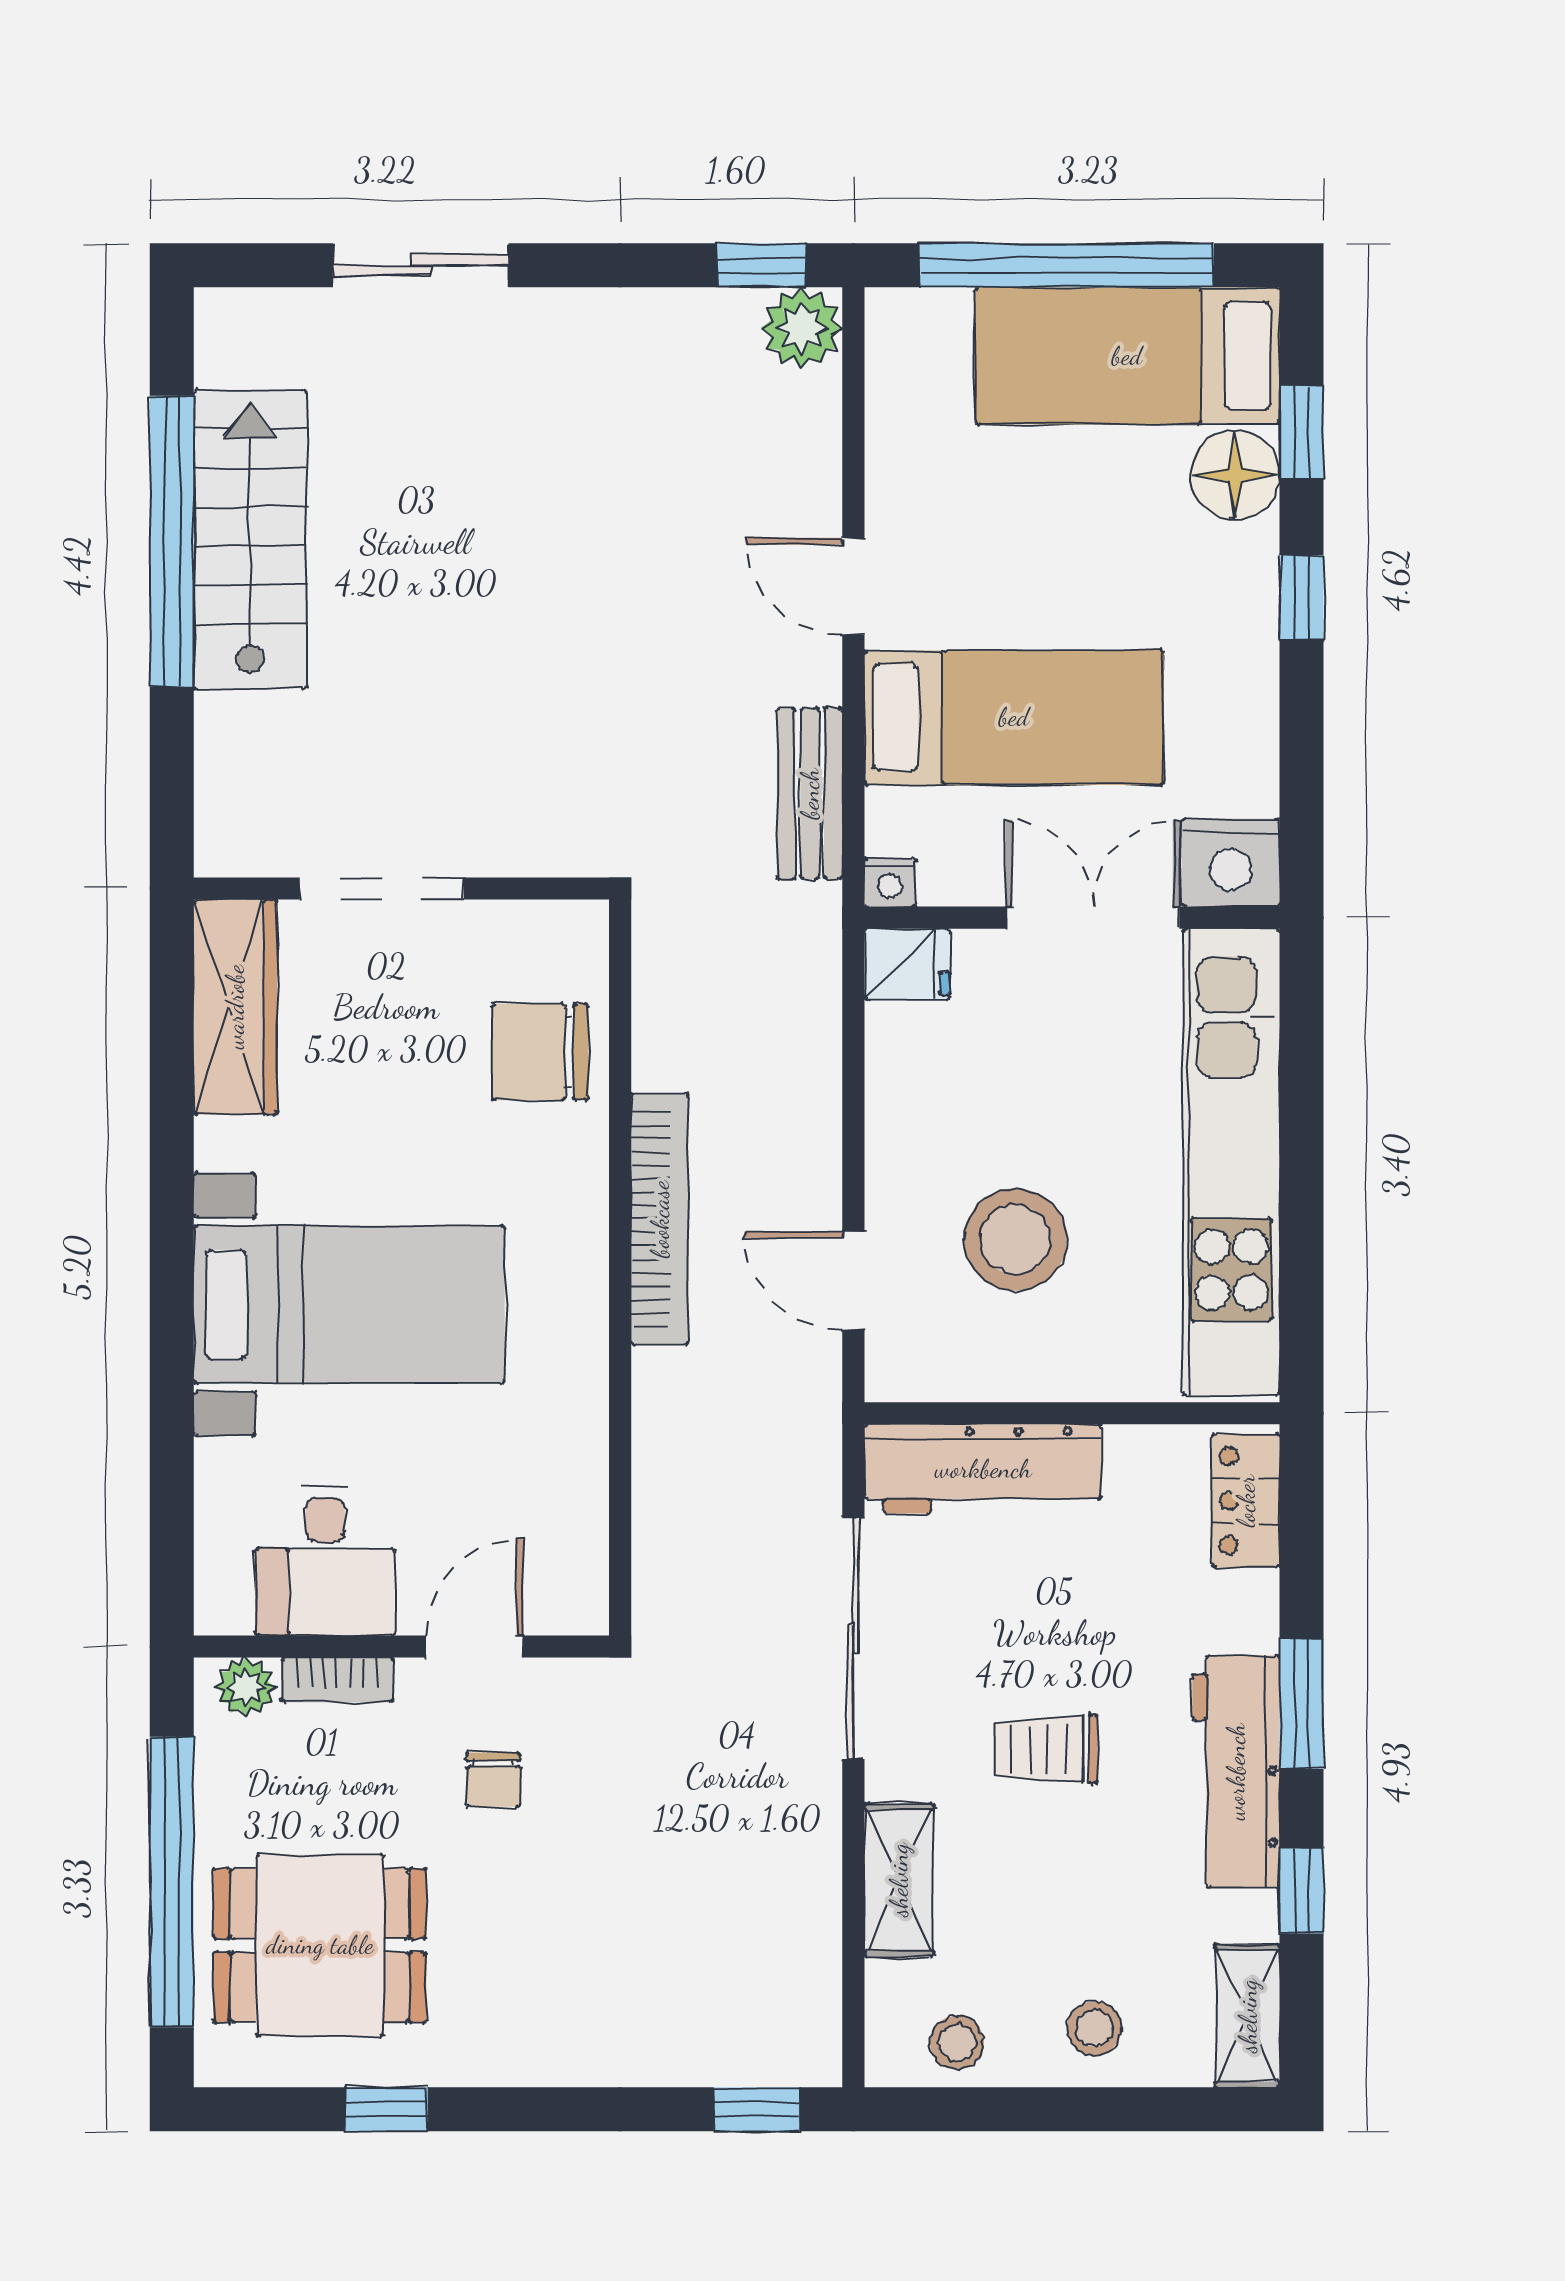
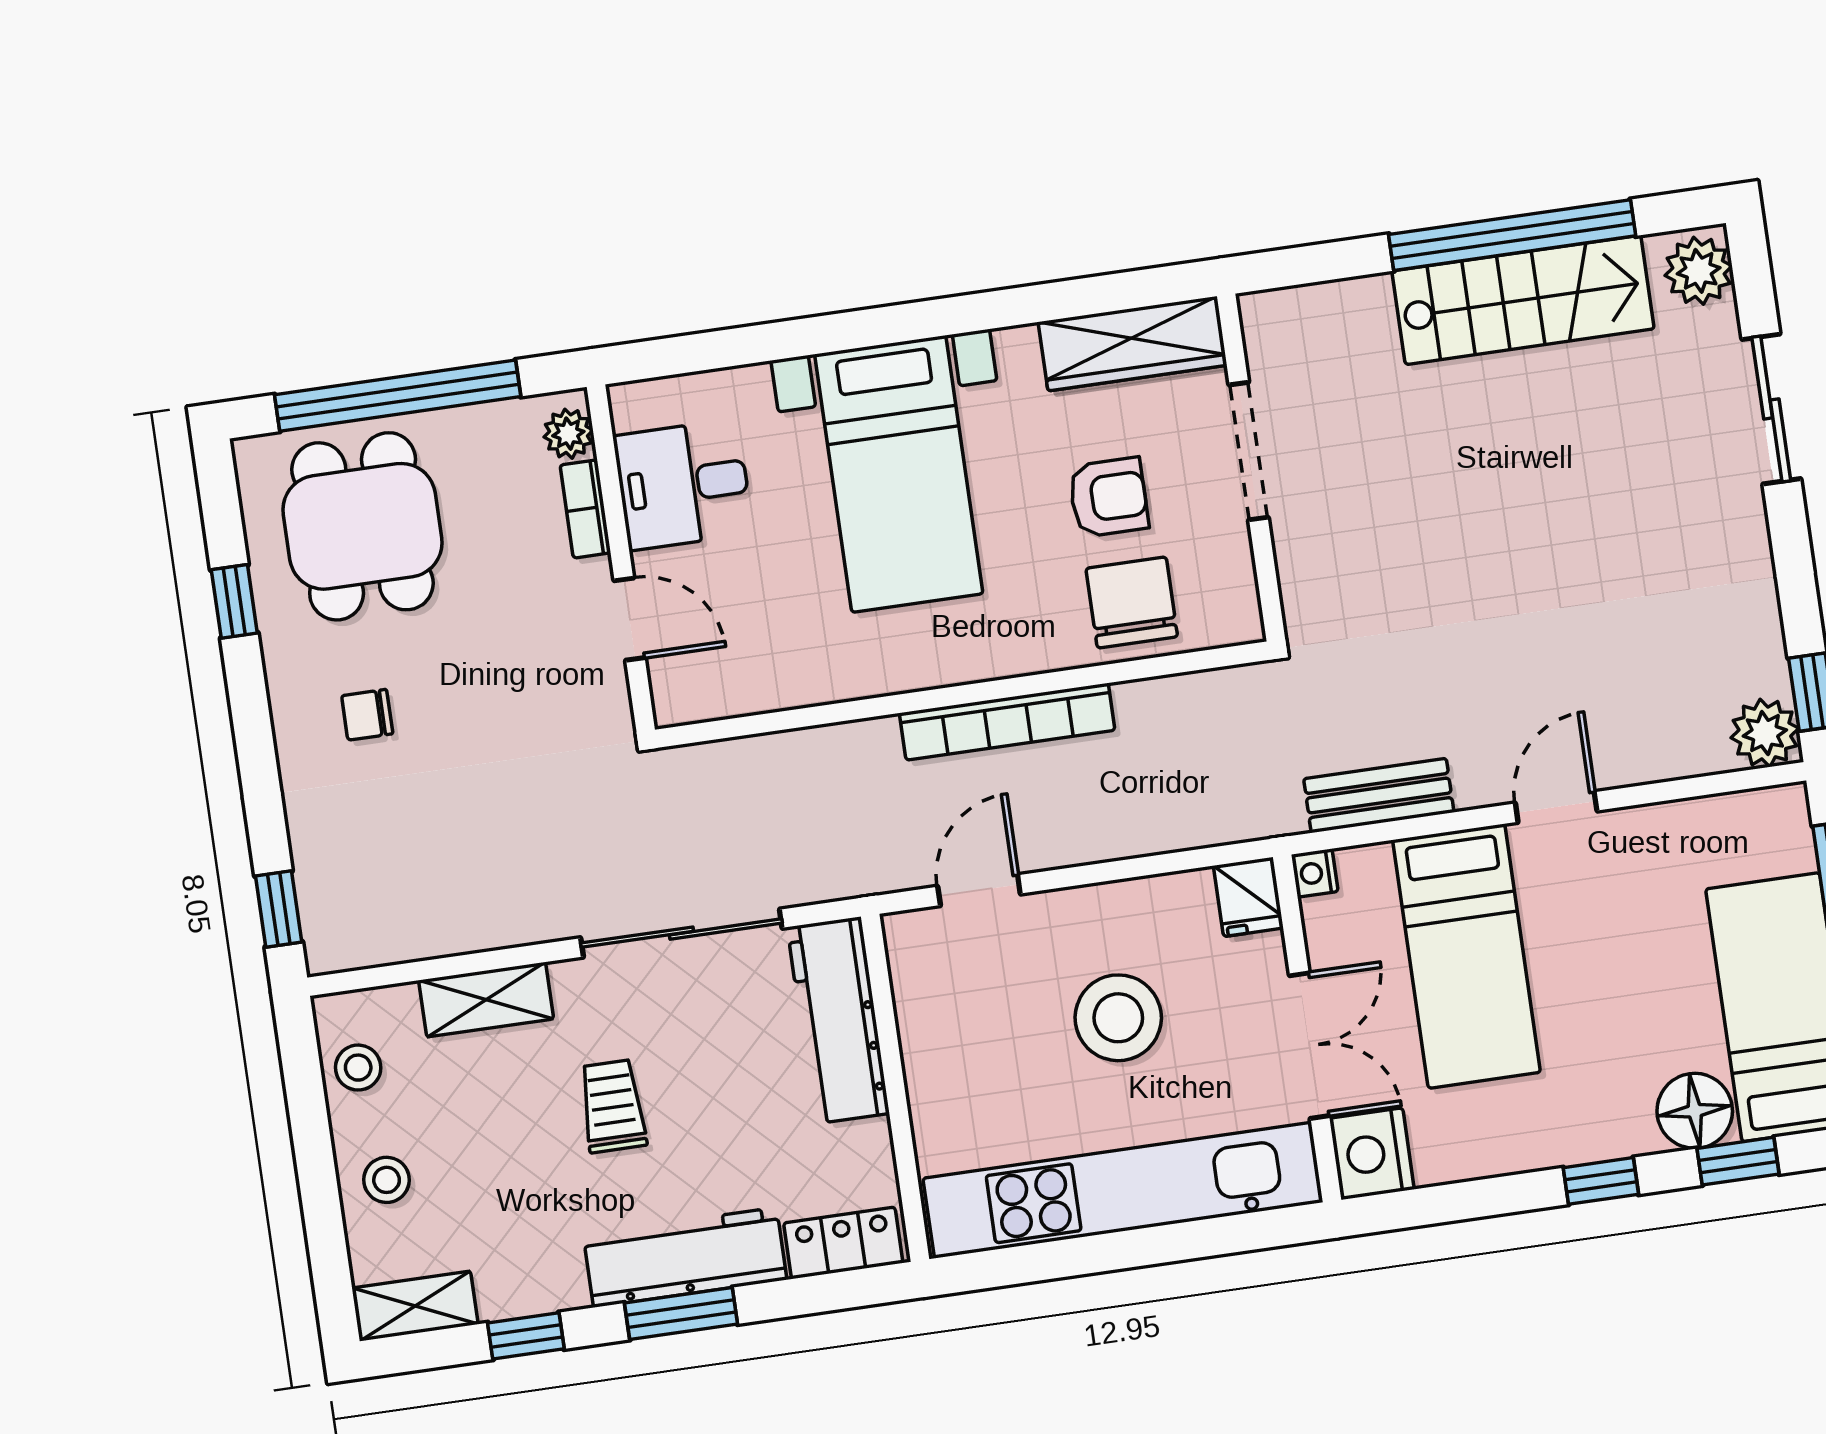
plant: (246, 328) -> (1699, 271), added
armchair: (412, 1061) -> (1108, 497), added
stool: (1015, 1240) -> (1118, 1018), moved
workbench: (1236, 1772) -> (685, 1257), moved
chair: (493, 1780) -> (367, 715), moved

